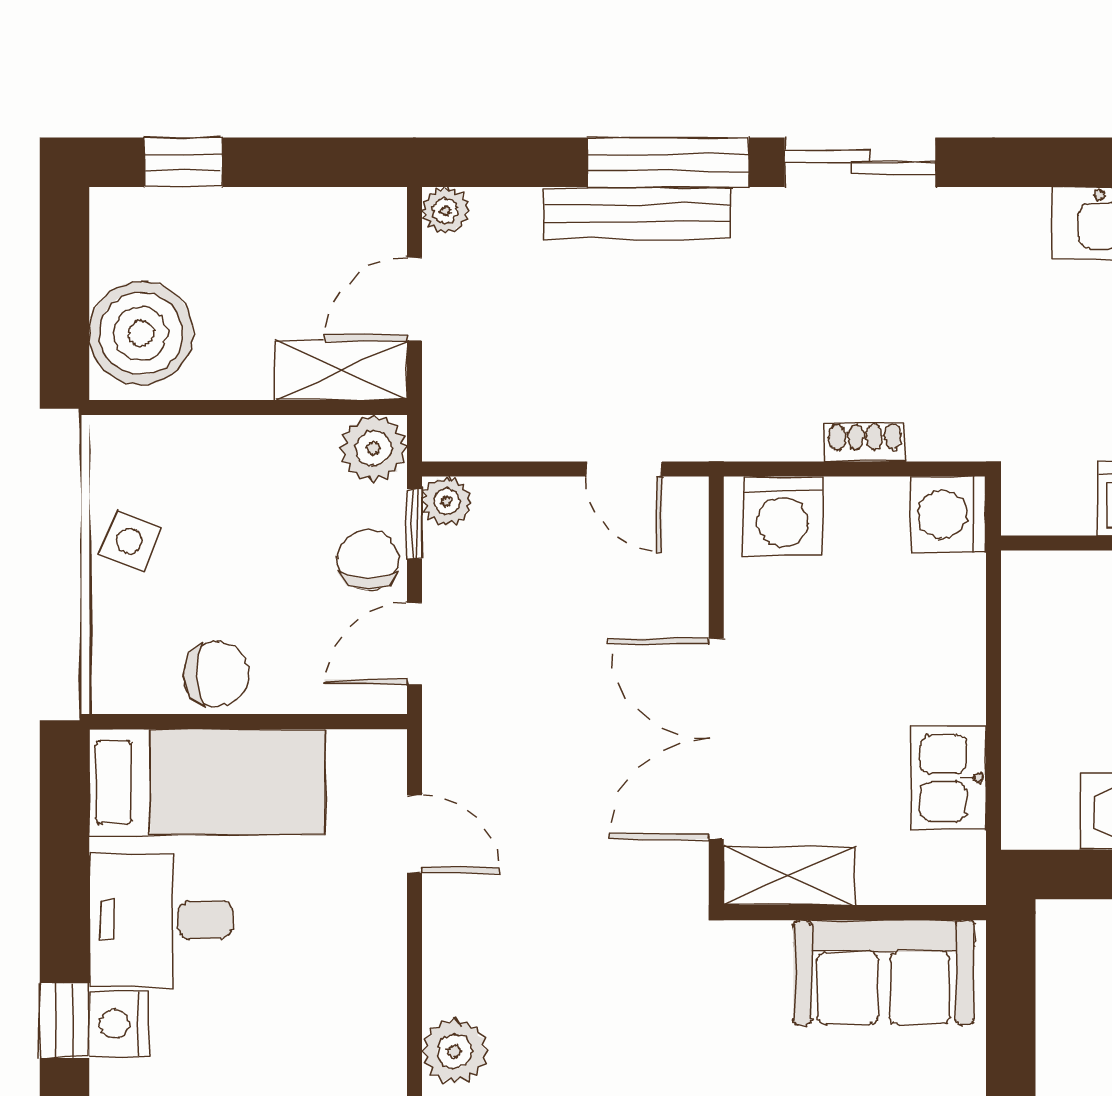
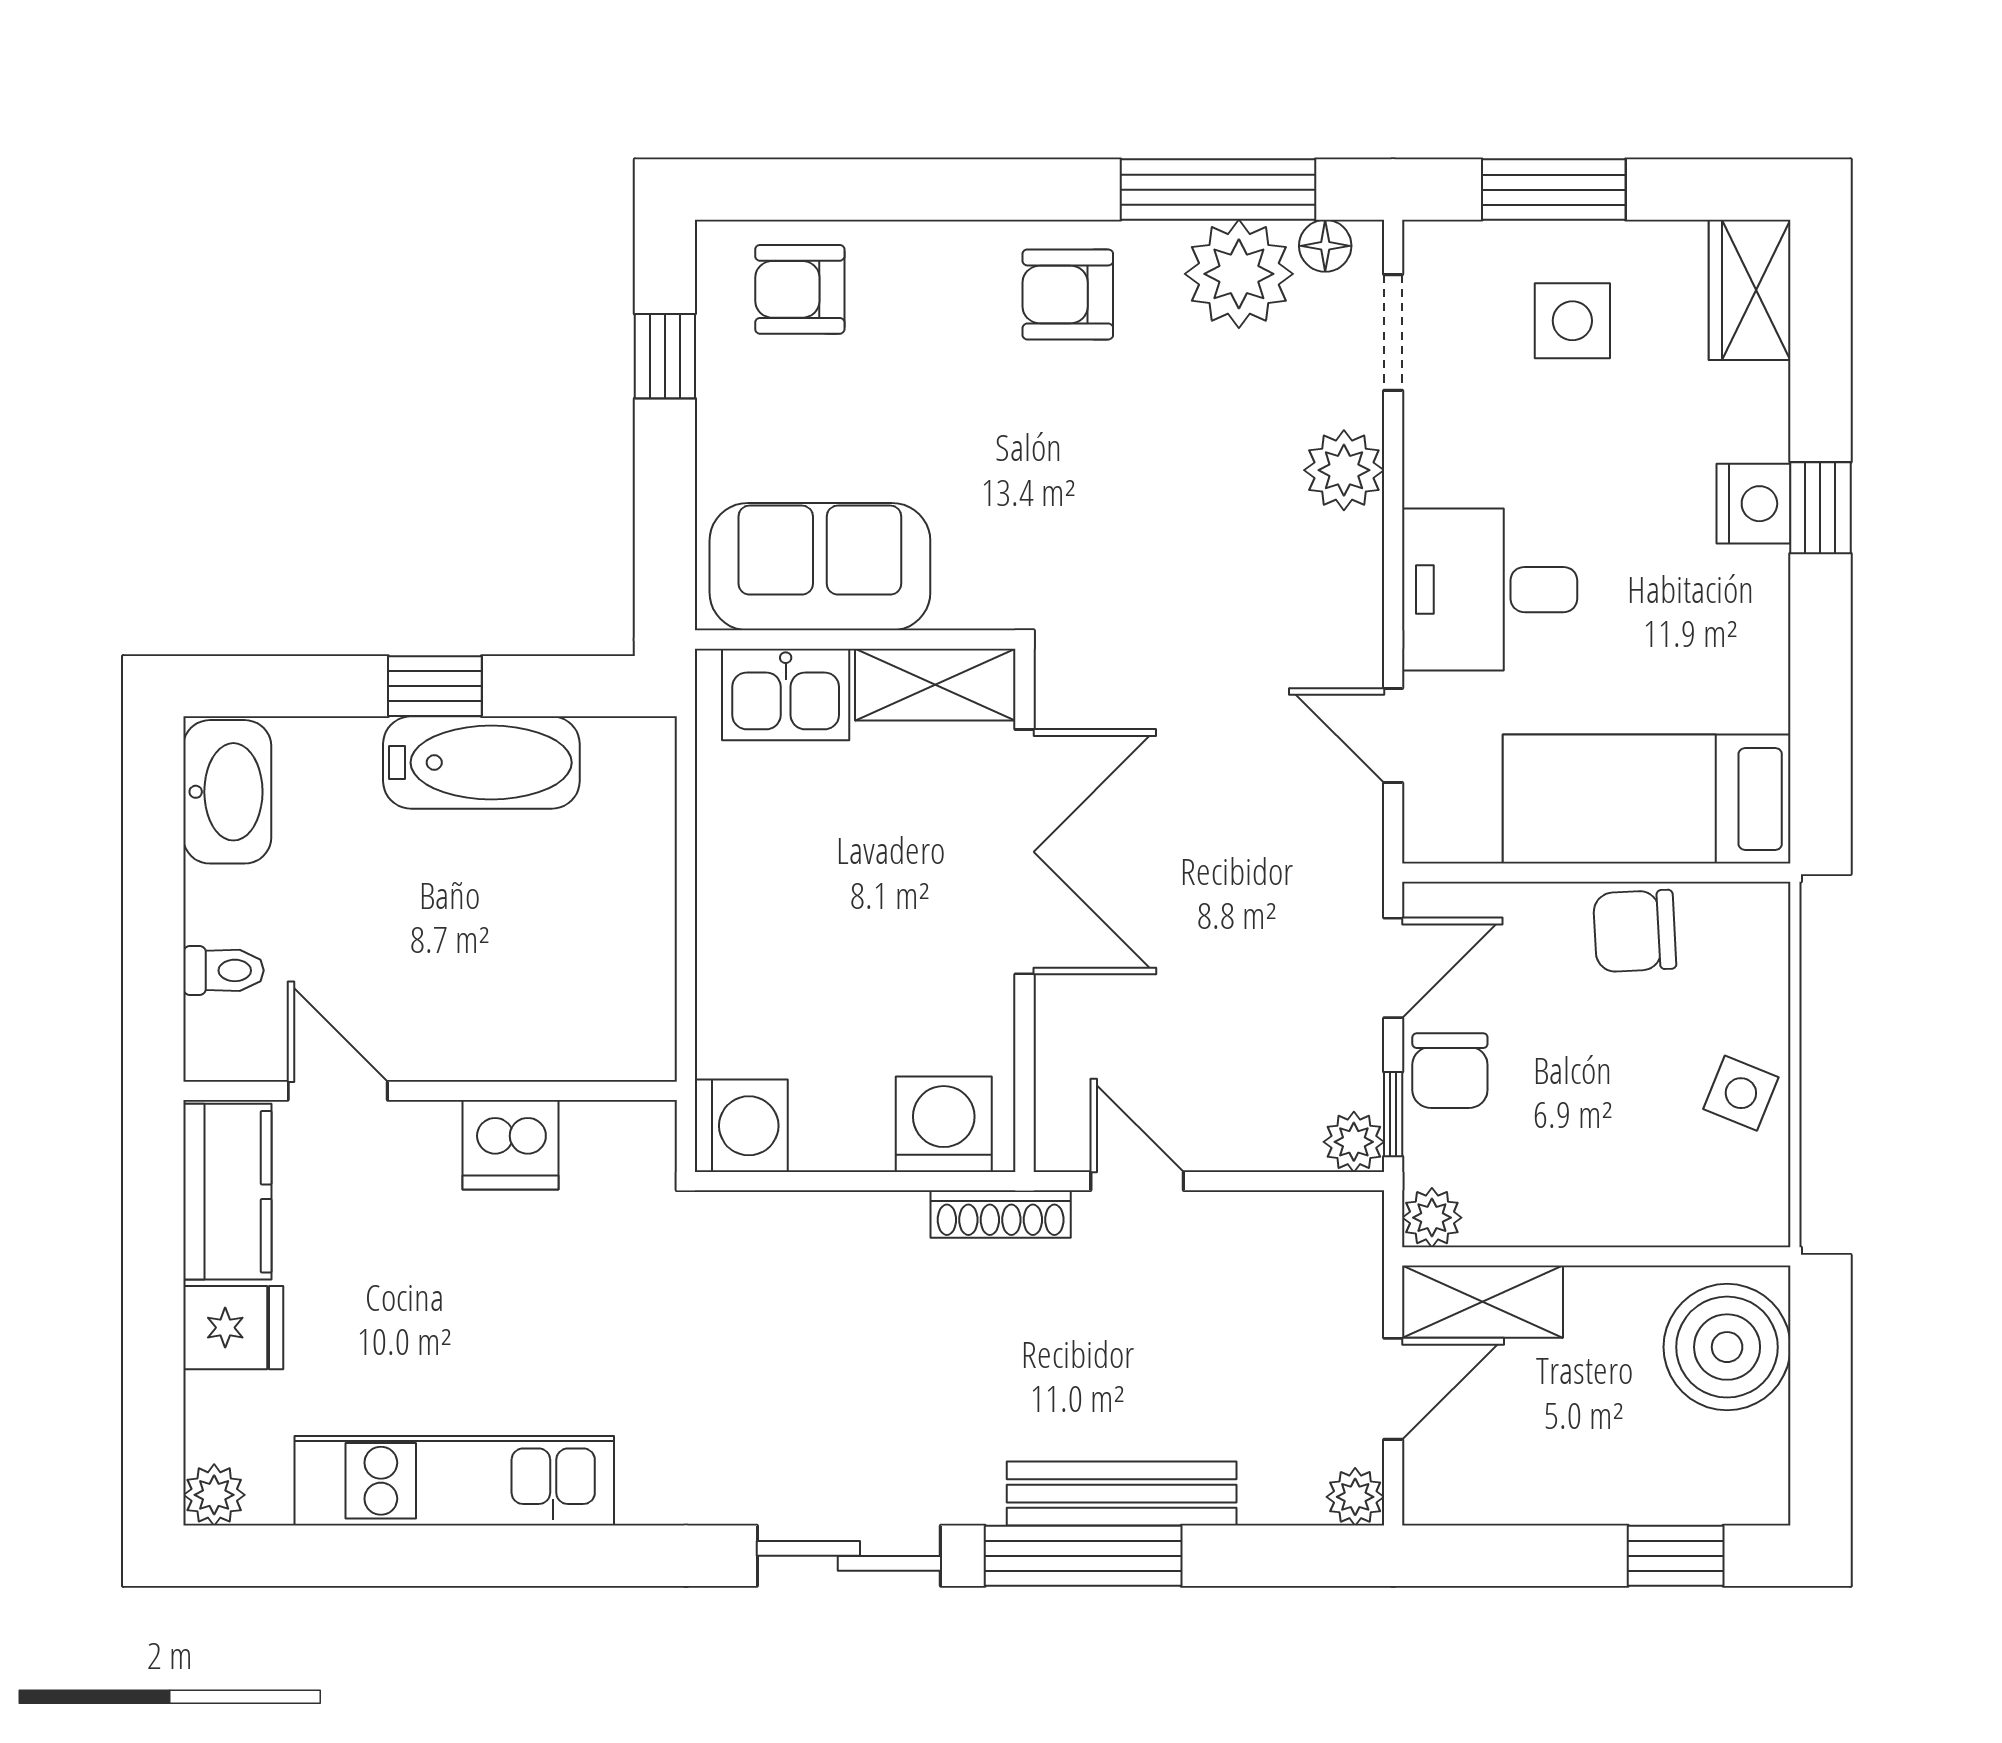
shoe rack: (865, 442) -> (1001, 1214), moved, width x1.43
plant: (373, 448) -> (1432, 1218), width x0.73, depth x0.73
kitchen sink: (948, 778) -> (786, 694), moved, turned 90
desk: (161, 920) -> (1490, 590), moved, turned 180

